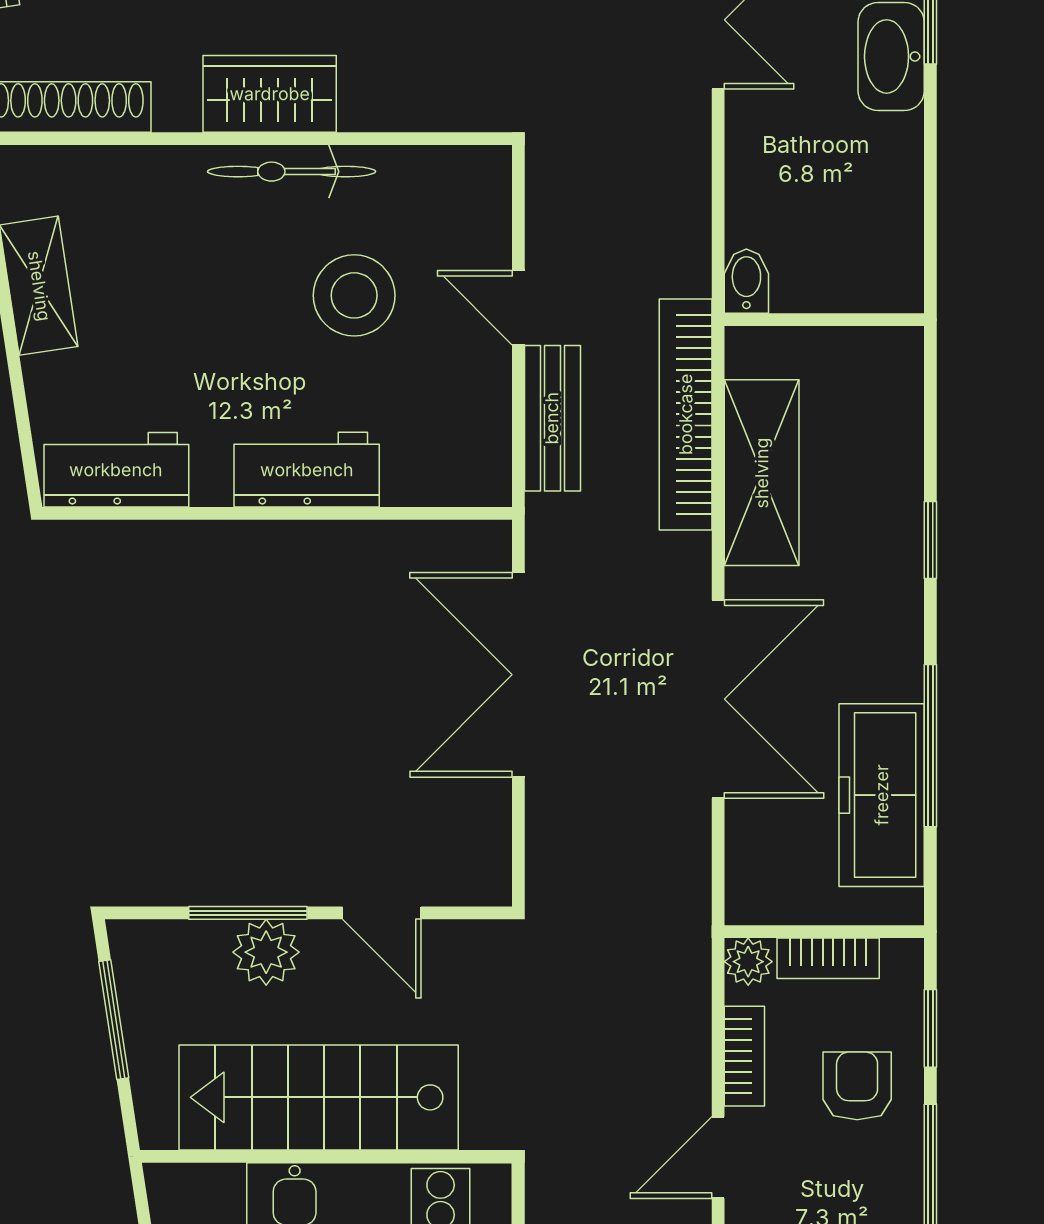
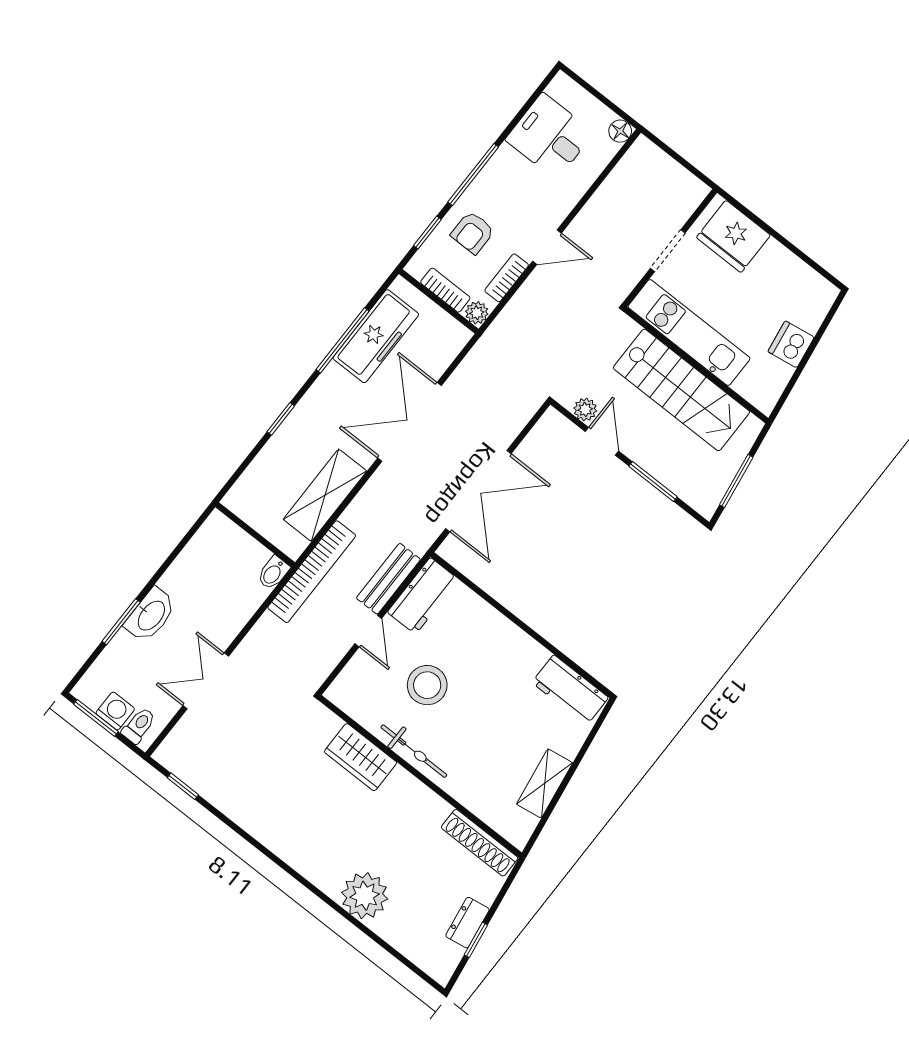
wardrobe: (270, 94) -> (361, 757), moved
bookcase: (686, 414) -> (312, 572), moved
workbench: (307, 470) -> (423, 596), moved, turned -90
plant: (266, 952) -> (585, 409), moved, width x0.73, depth x0.73

